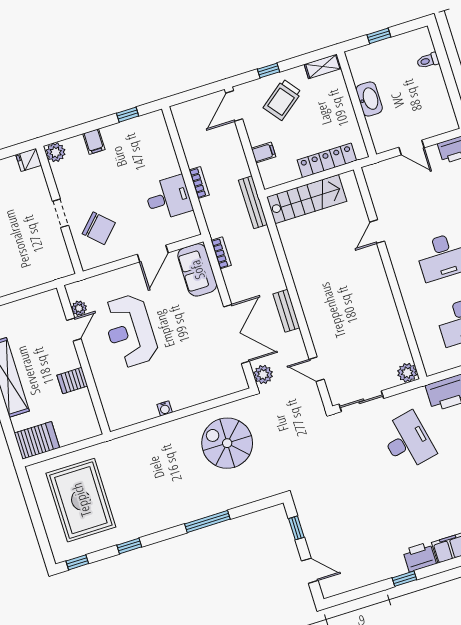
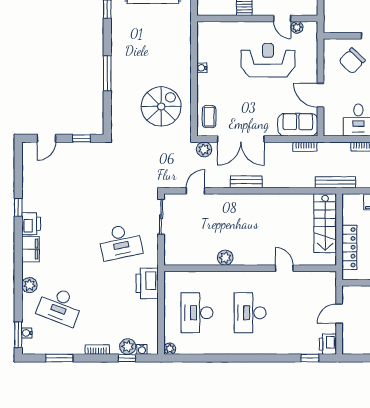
plant: (407, 373) -> (225, 258), moved
coffee table: (221, 381) -> (209, 117), added

